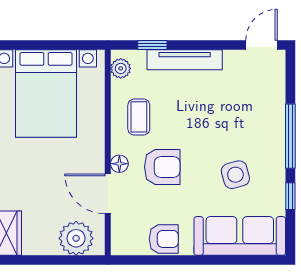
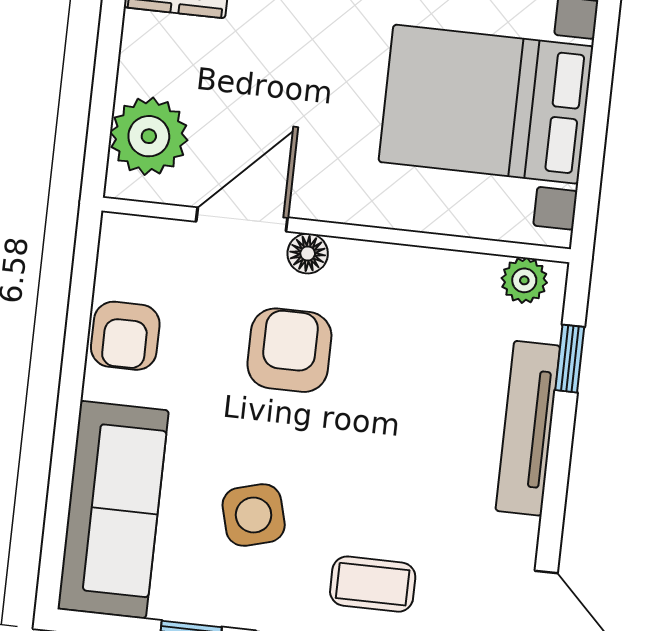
coffee table: (139, 117) -> (373, 584), moved
armchair: (162, 167) -> (289, 350), turned 180

